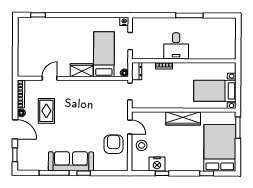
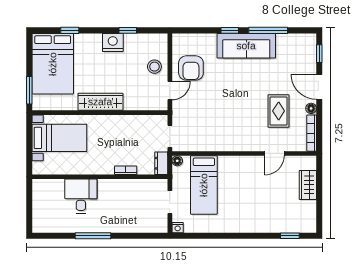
desk: (176, 46) -> (81, 196), moved
wardrobe: (82, 70) -> (308, 185), moved, turned 90
door: (130, 127) -> (170, 91), swing flipped
nightstand: (157, 164) -> (113, 42), moved

